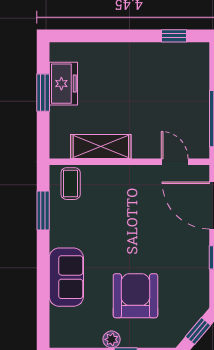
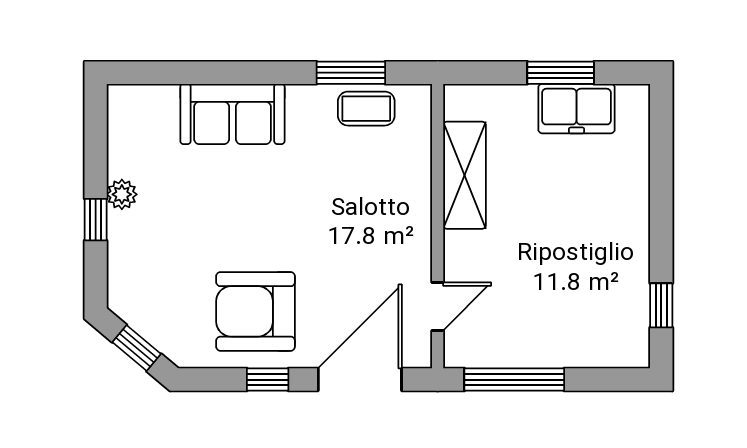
coffee table: (71, 184) -> (366, 109), moved
armchair: (135, 296) -> (256, 311), moved, turned 180

